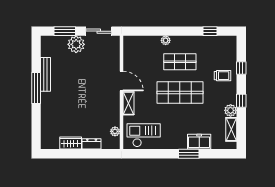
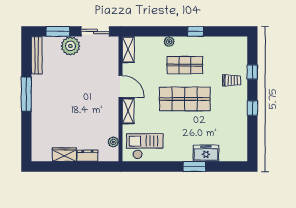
window: (210, 31) -> (196, 31), moved
bench: (45, 74) -> (37, 55), moved
plant: (231, 110) -> (241, 119), removed
shelving: (231, 129) -> (128, 50), moved

